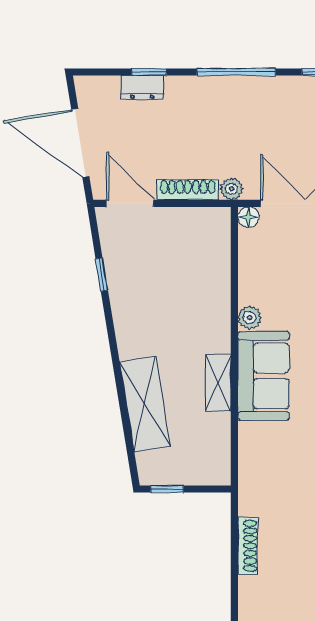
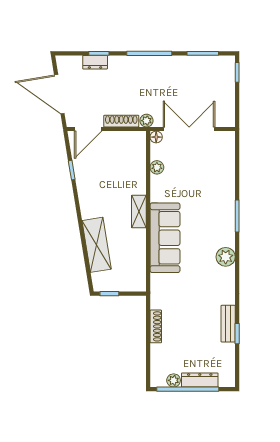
door: (130, 203) -> (88, 129), swing flipped
plant: (250, 317) -> (157, 167), moved
sofa: (264, 376) -> (165, 238), width x1.36
shelving: (218, 383) -> (139, 212), moved

